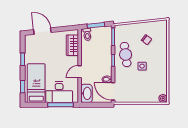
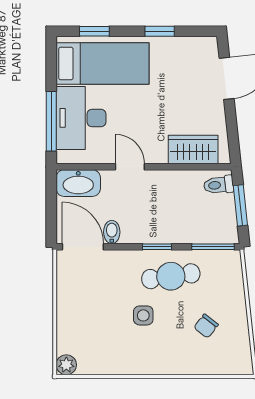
door: (113, 91) -> (83, 247), hinge flipped

